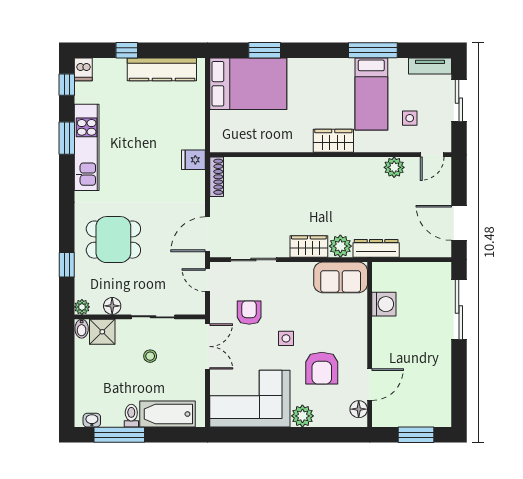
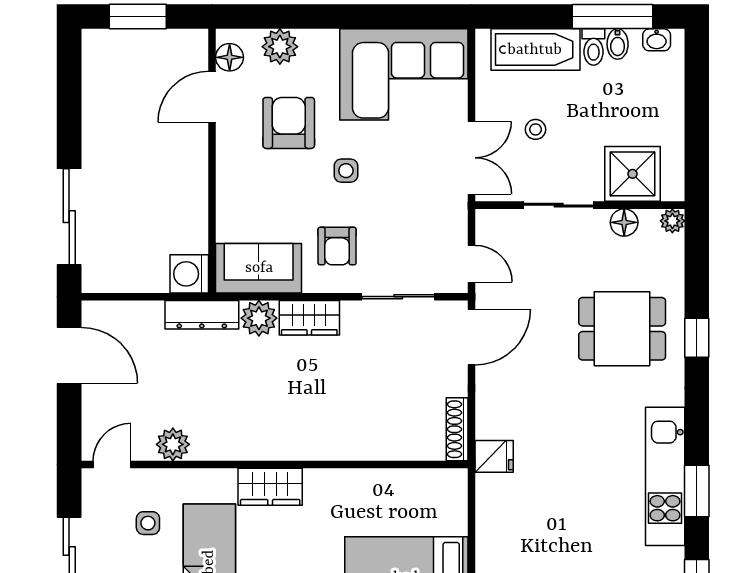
window: (67, 265) -> (697, 338), moved
washing machine: (384, 304) -> (189, 274), moved
armchair: (249, 313) -> (337, 246), moved
bidet: (82, 329) -> (618, 44), moved, turned 180
shower: (102, 332) -> (633, 174), width x1.36, depth x1.36
double door: (208, 346) -> (471, 158), swing flipped
stool: (150, 356) -> (536, 129), moved
plant: (302, 416) -> (280, 47), moved

